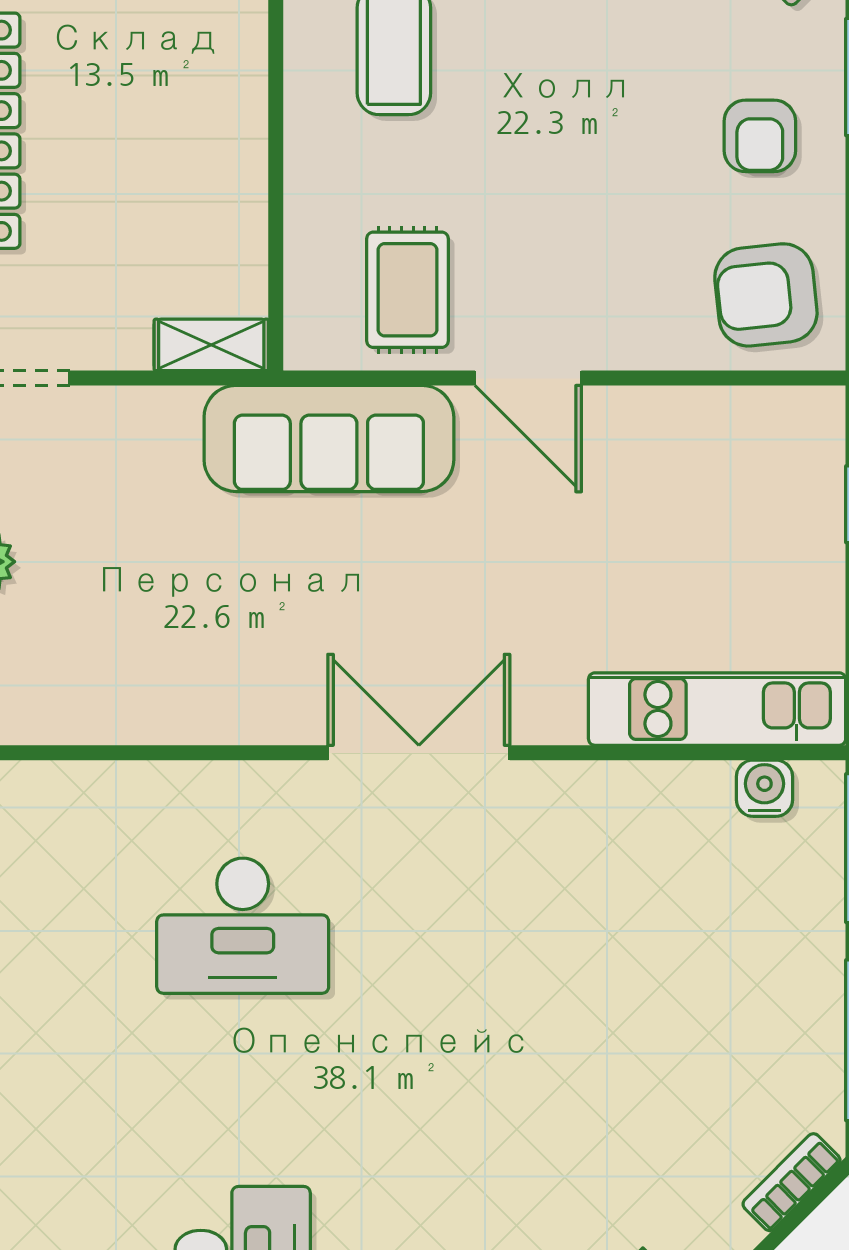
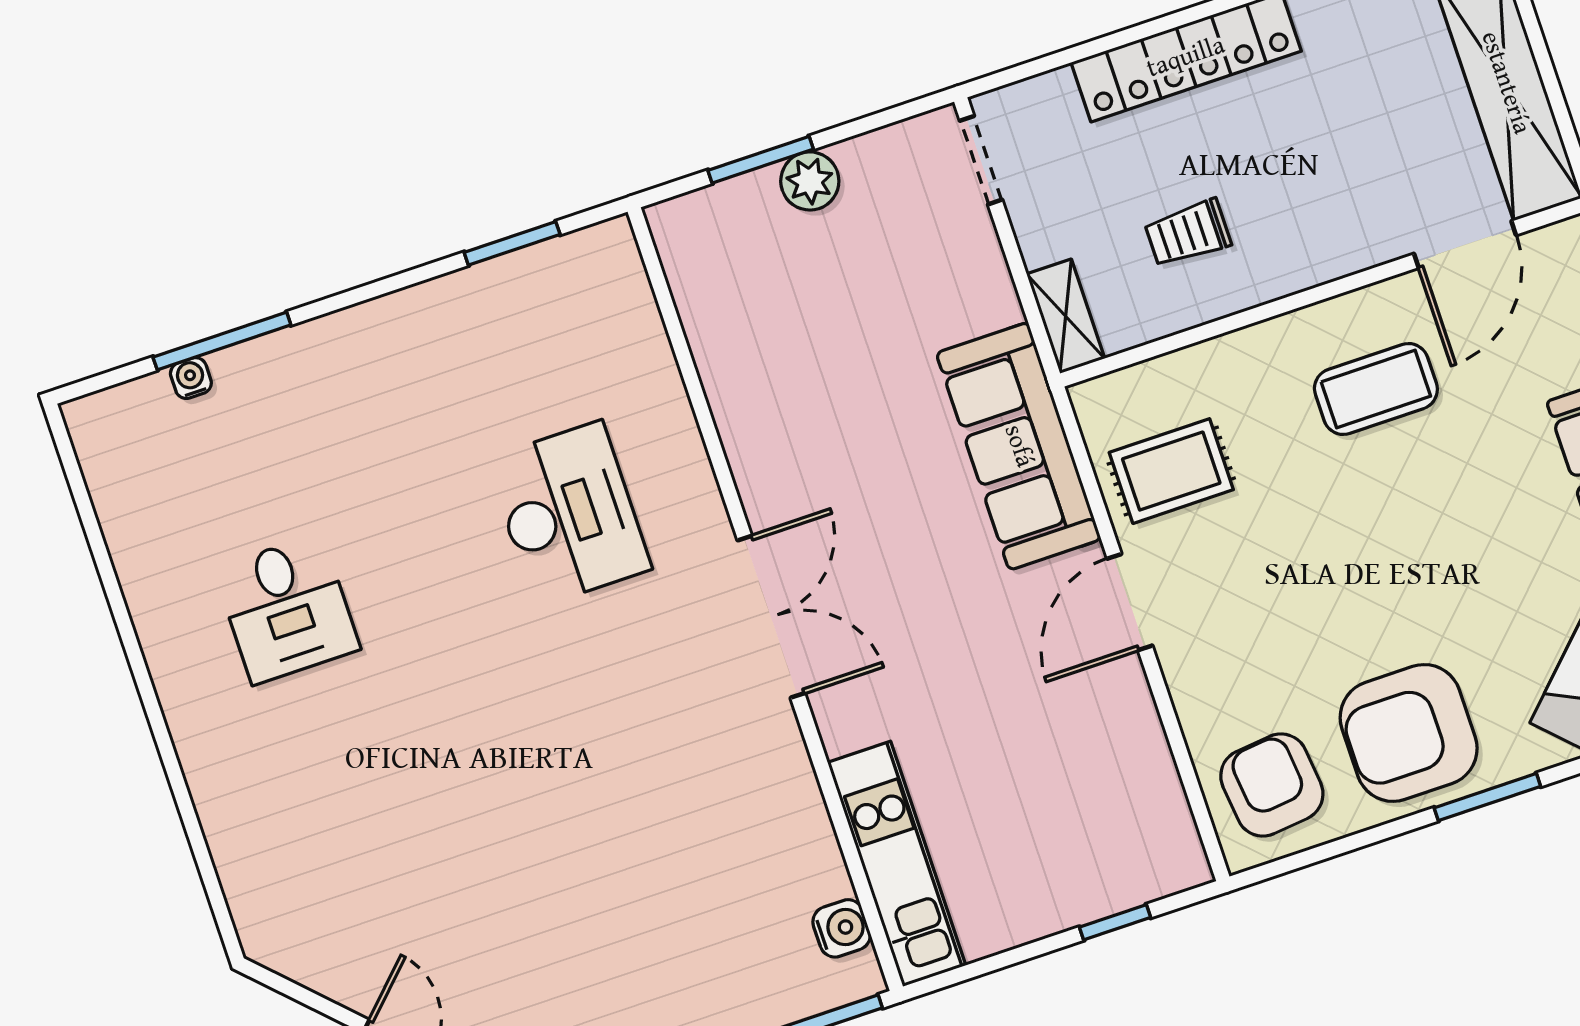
armchair: (760, 136) -> (1409, 733), width x1.88, depth x1.88
trolley: (168, 190) -> (1188, 233), added
desk: (243, 926) -> (569, 514), turned 180

